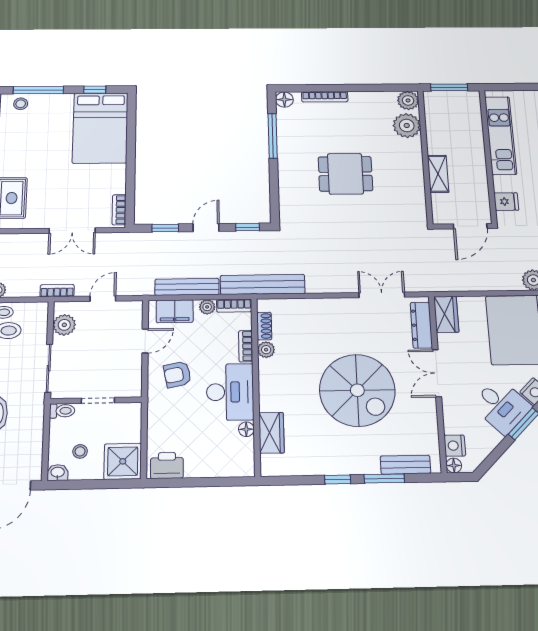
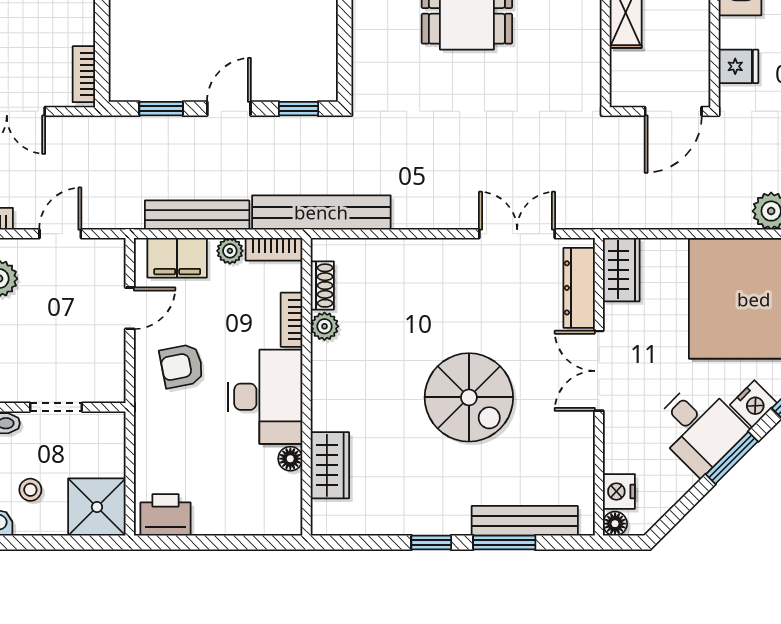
spiral stairs: (357, 390) -> (469, 397), width x0.73, depth x0.73
bench: (405, 465) -> (525, 521), width x1.36

